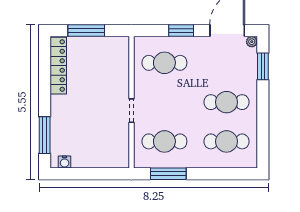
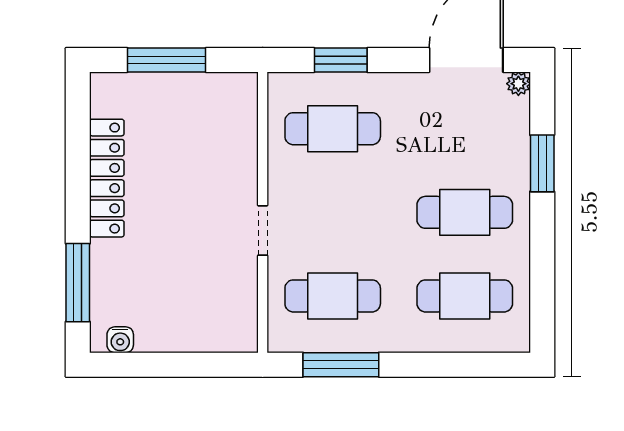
window: (181, 30) -> (341, 60), moved
locker: (58, 66) -> (107, 178), moved
window: (263, 66) -> (542, 163), moved

